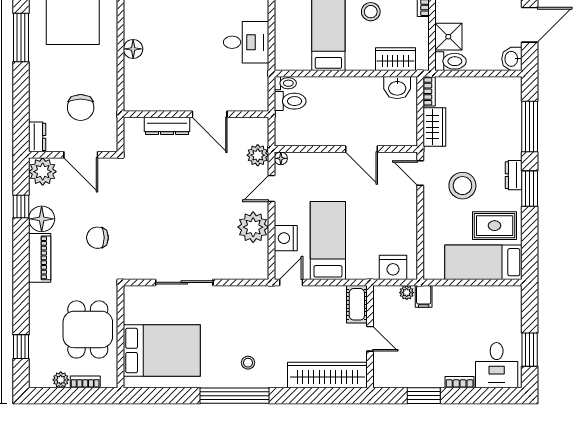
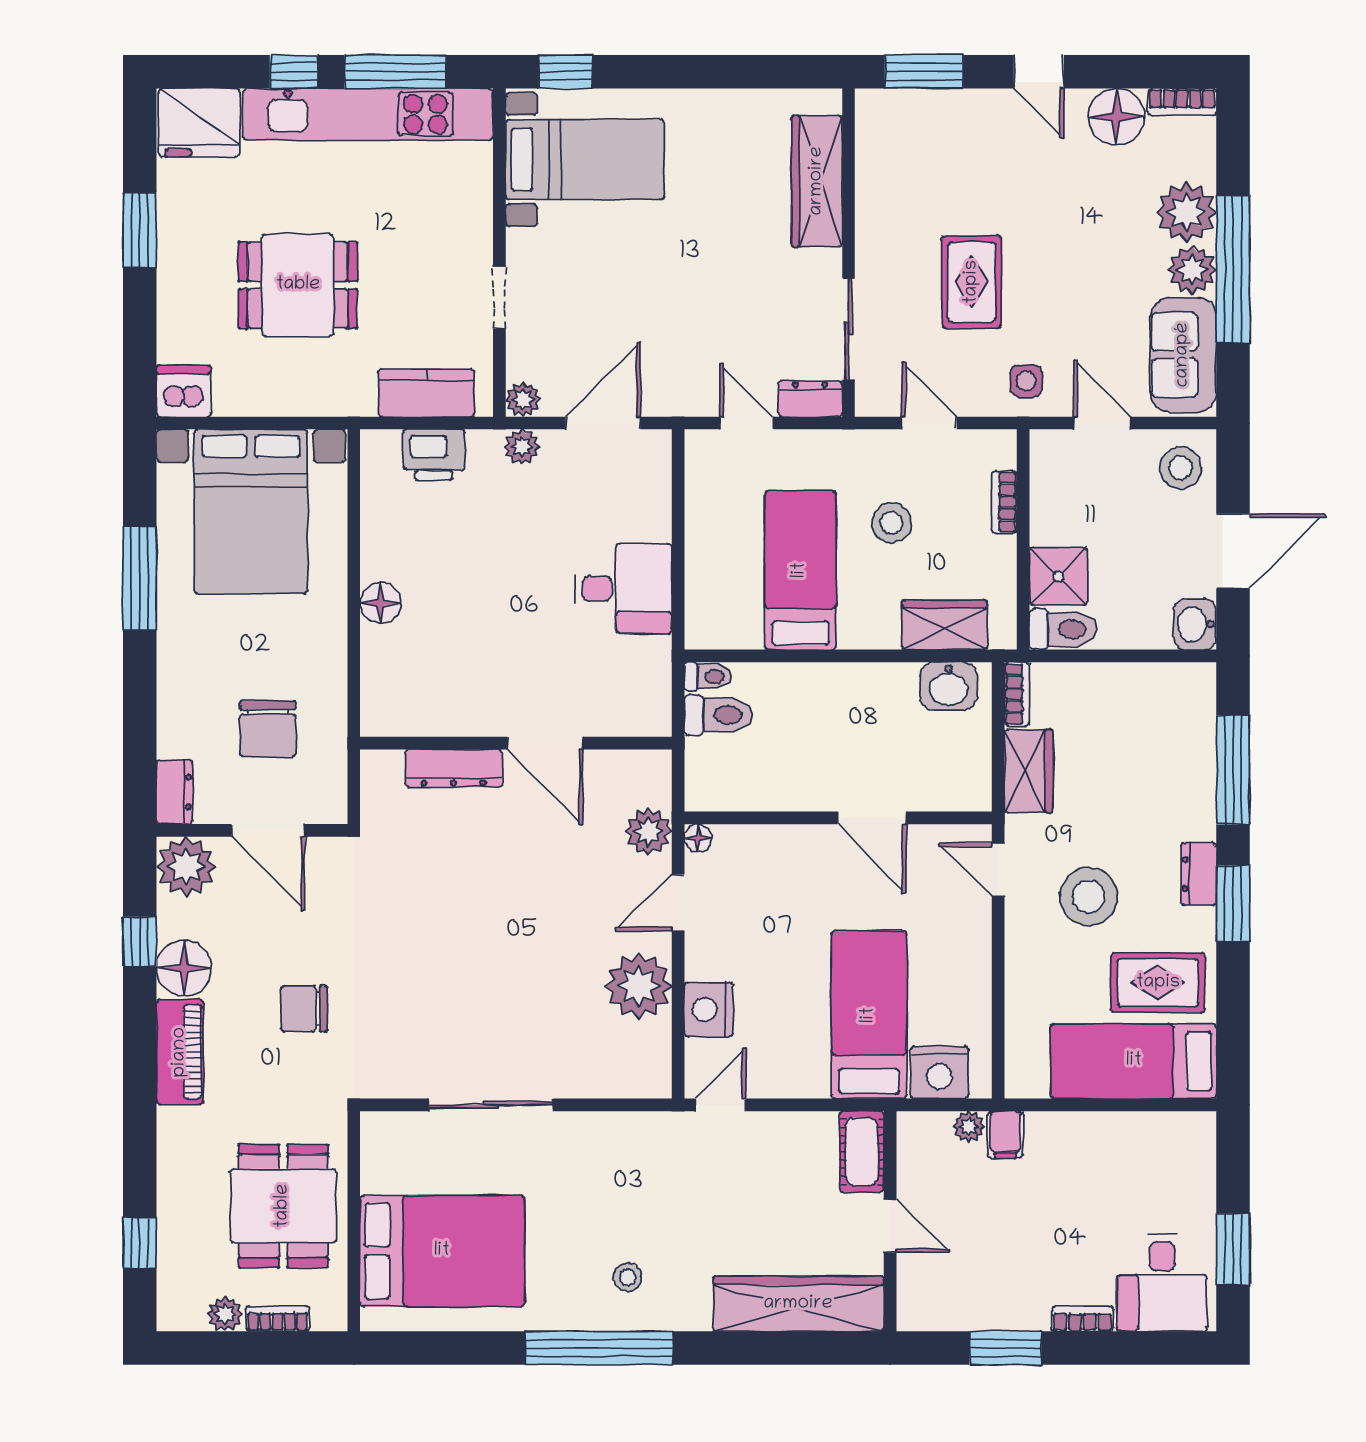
bed: (328, 241) -> (869, 1015), moved

